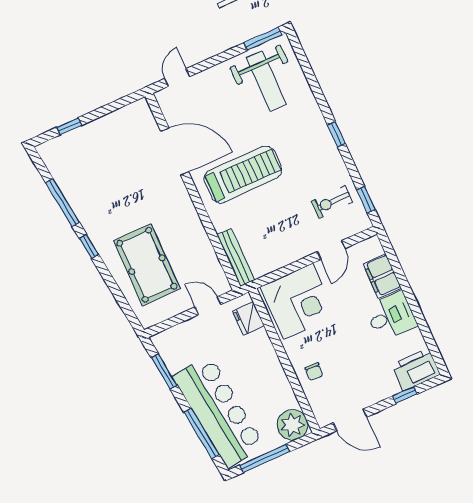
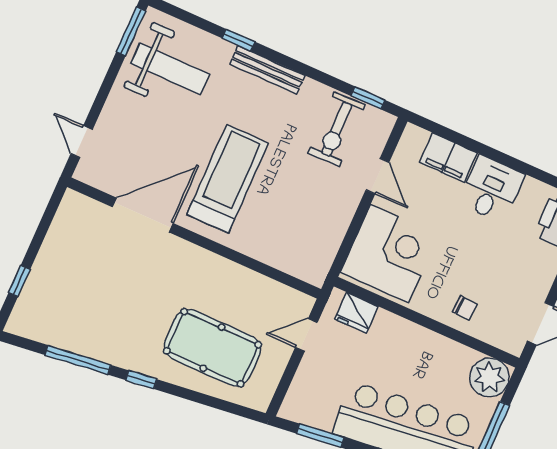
window: (337, 134) -> (239, 40), moved
exercise bike: (332, 202) -> (337, 129), width x1.38, depth x1.39
bench: (236, 257) -> (267, 70), moved

